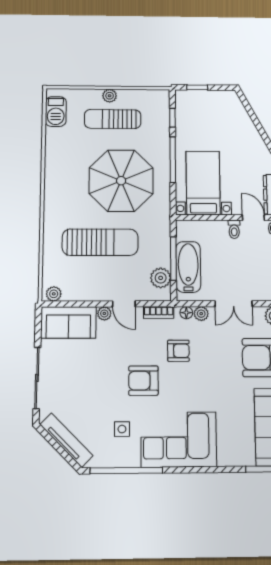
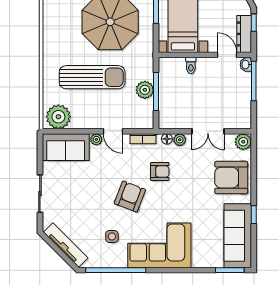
toilet: (234, 229) -> (191, 65), moved
bathtub: (188, 267) -> (169, 99), removed
plant: (161, 278) -> (145, 90), moved
plant: (54, 294) -> (58, 117), width x1.87, depth x1.87
sliding door: (37, 378) -> (40, 194), width x0.73
armchair: (143, 381) -> (130, 197), turned 111

